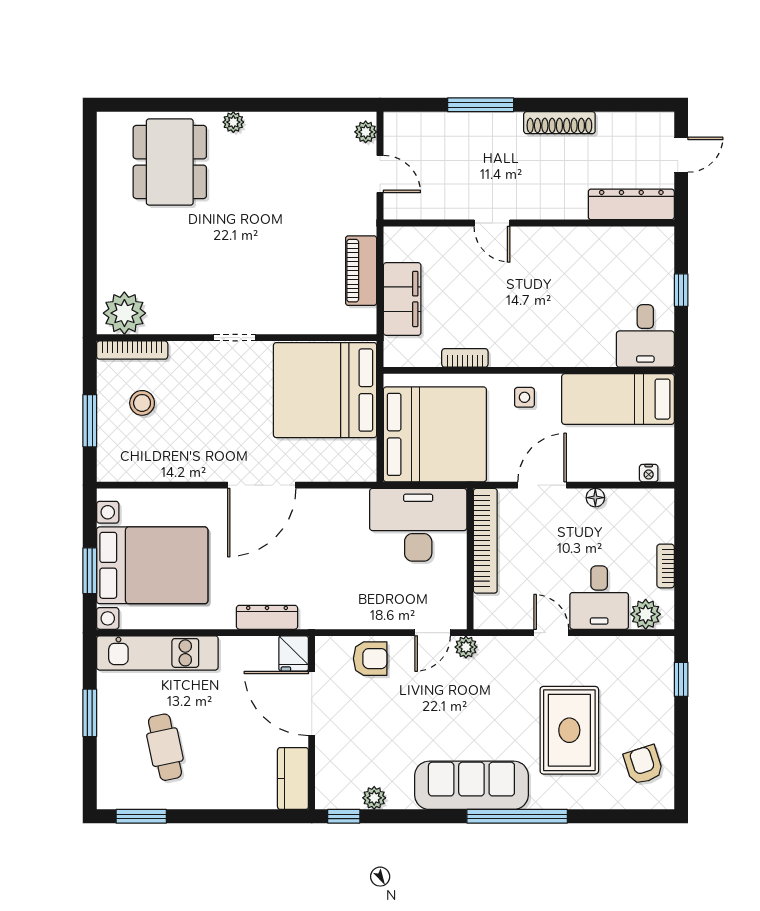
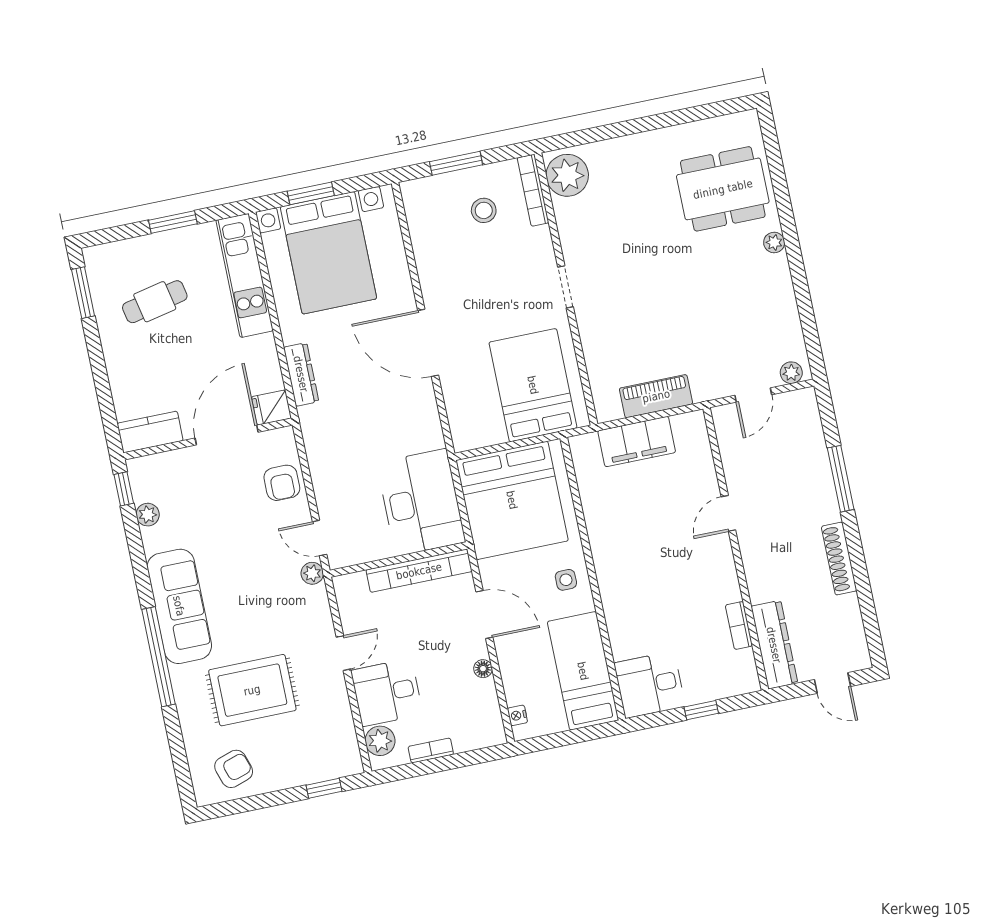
bookcase: (465, 358) -> (739, 625), moved, turned 180
bed: (325, 390) -> (533, 385), width x0.73

